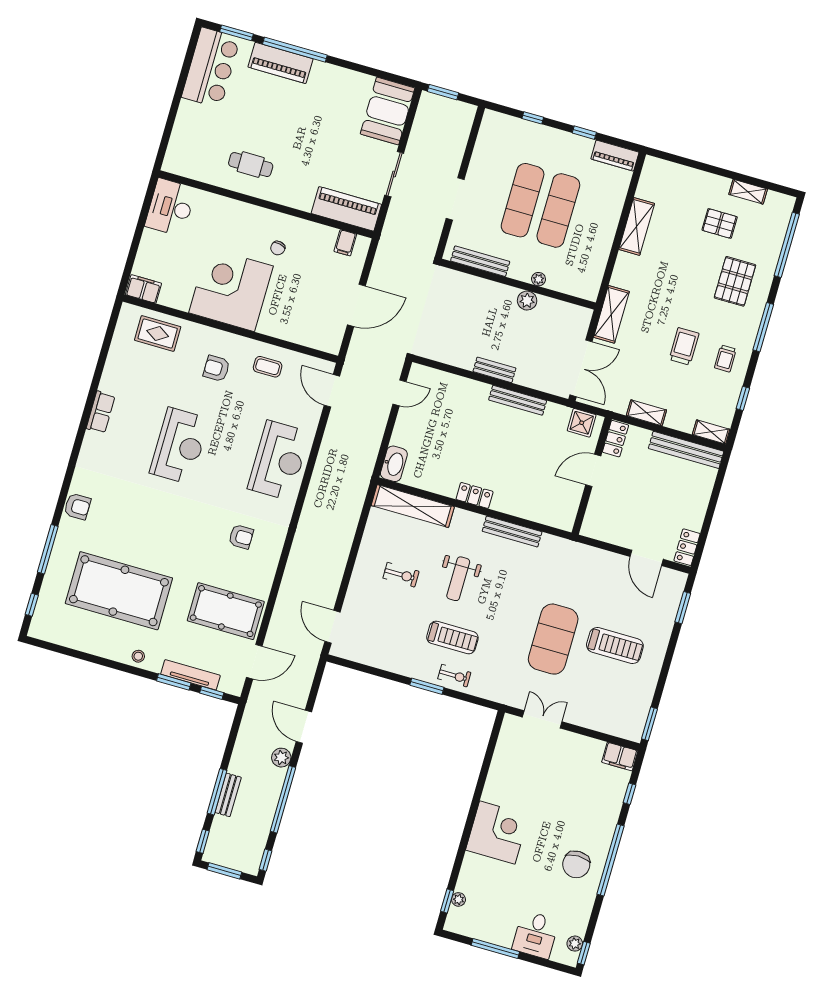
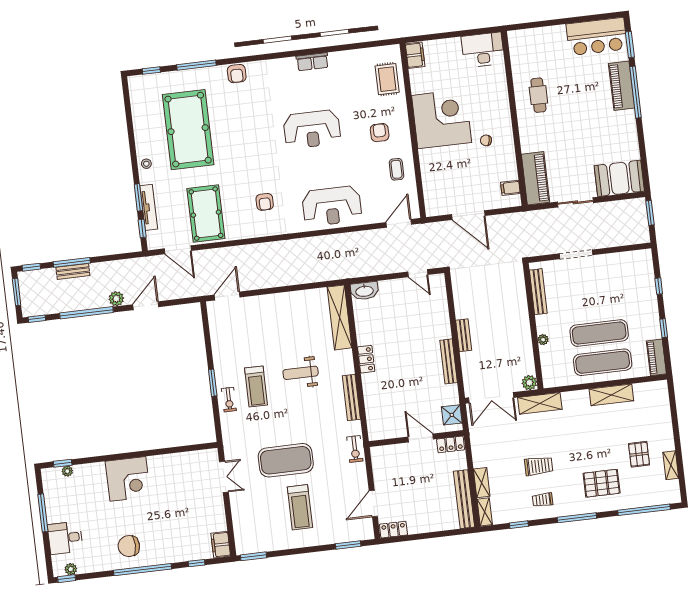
exercise mat: (523, 200) -> (603, 362), moved
plant: (527, 301) -> (529, 383), moved
shelving: (646, 413) -> (482, 483), moved
exercise bike: (401, 575) -> (355, 449), moved

